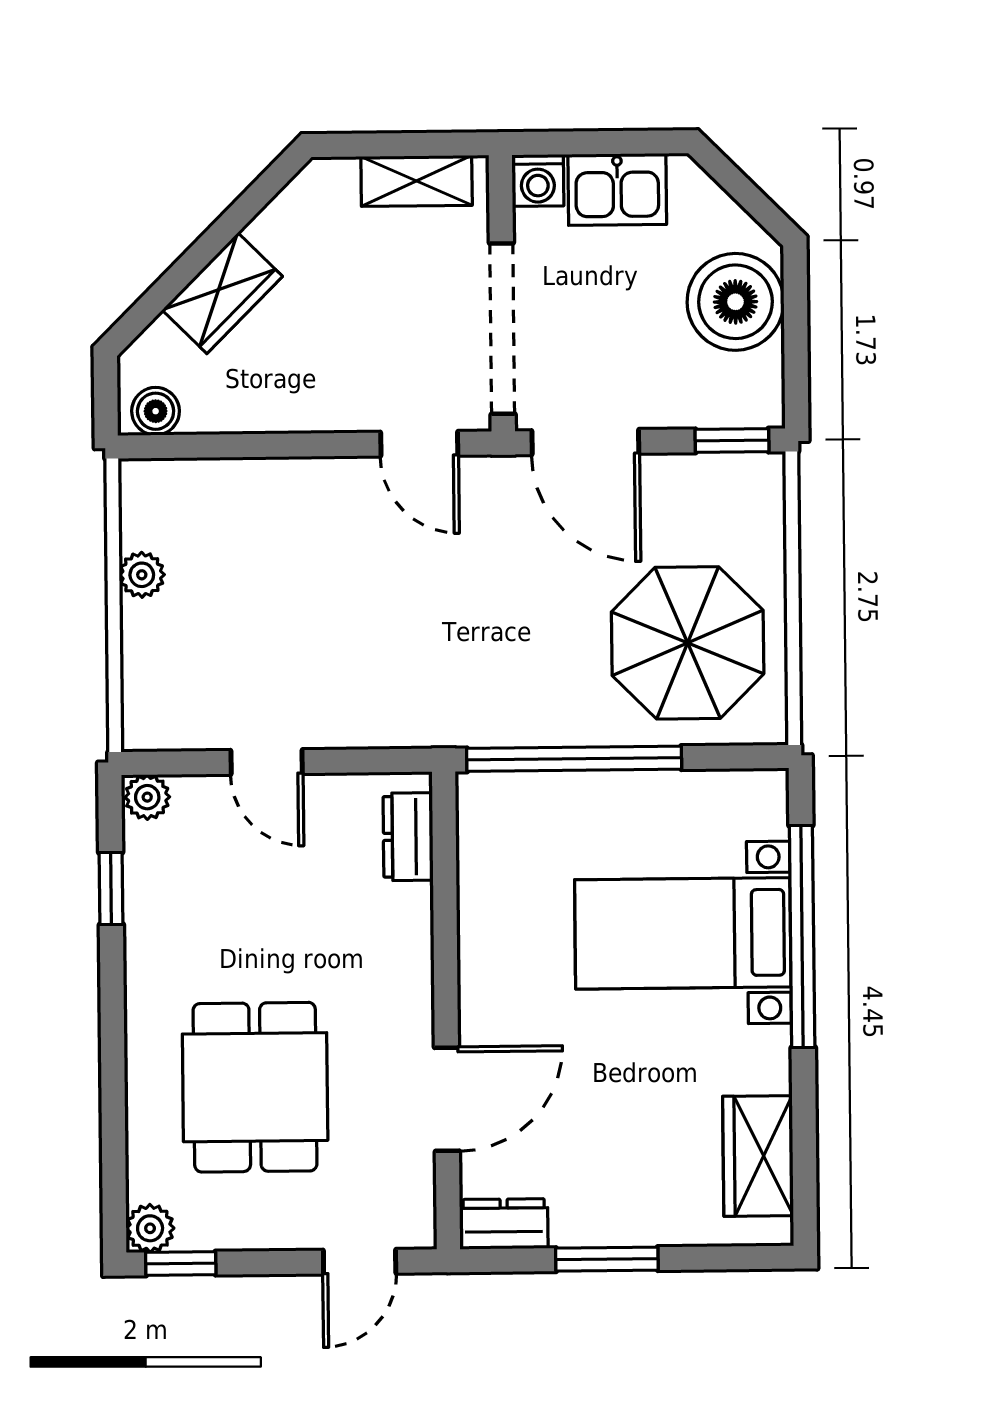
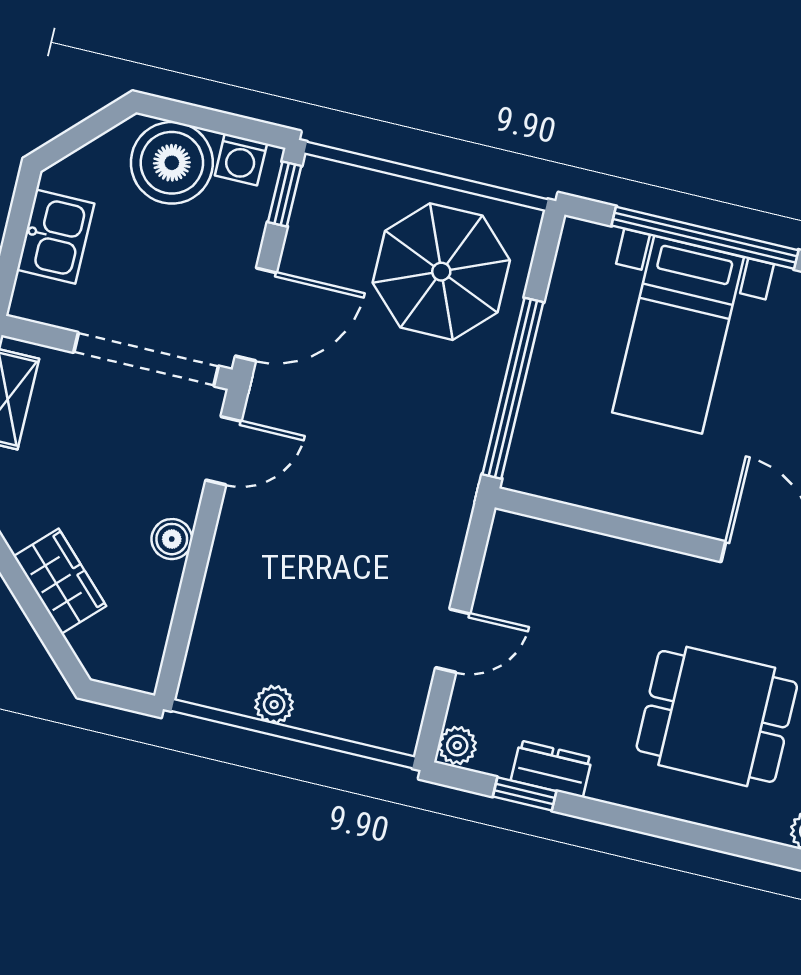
washing machine: (538, 180) -> (241, 159), moved, turned 90
boiler: (156, 411) -> (172, 539), moved
dresser: (408, 837) -> (551, 769), moved, turned 180

